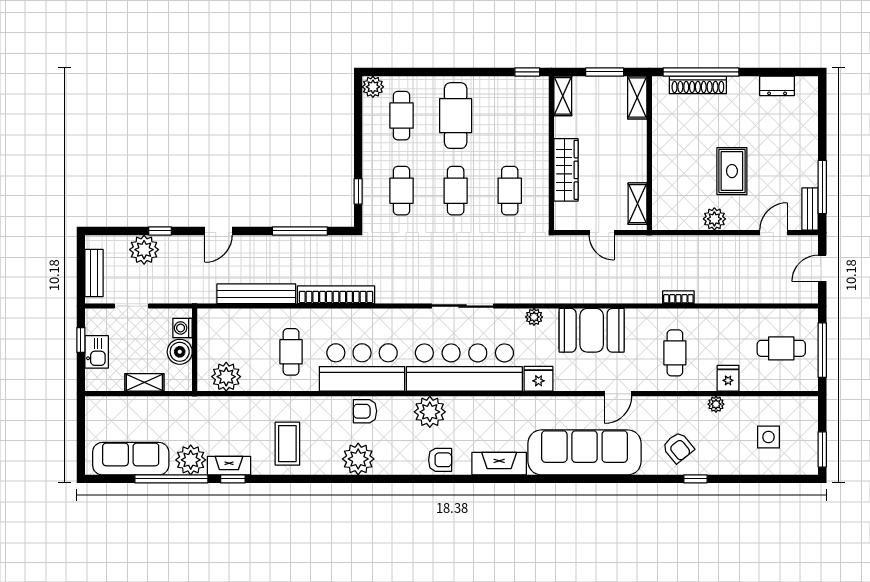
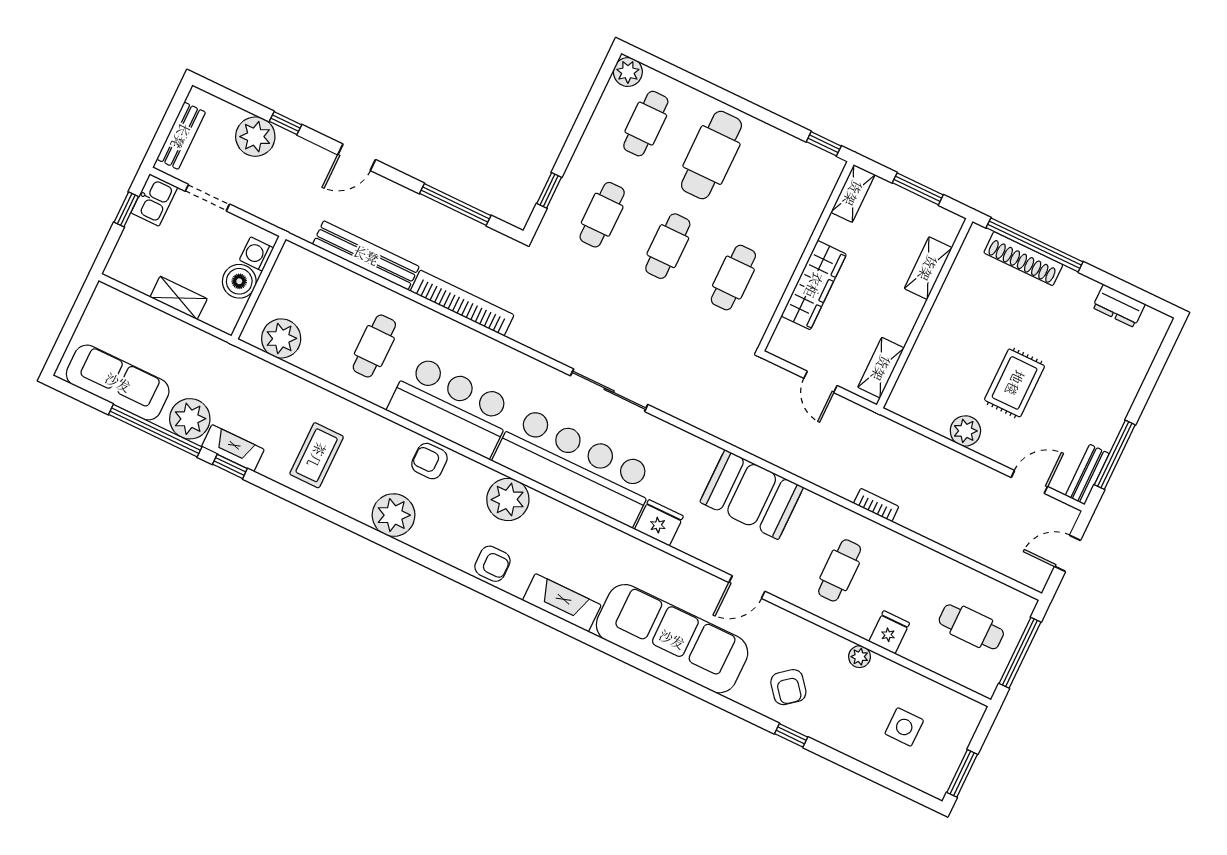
shelving: (637, 97) -> (928, 268), moved
plant: (534, 317) -> (689, 445), removed
kitchen sink: (97, 352) -> (154, 200), moved

